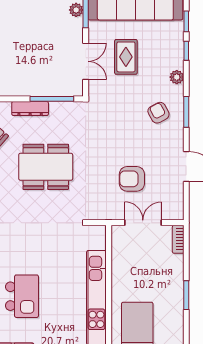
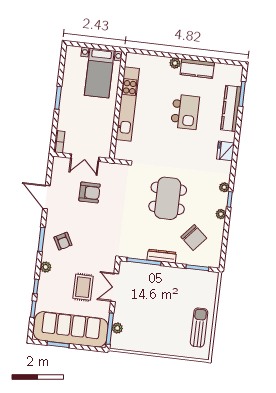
dining table: (46, 167) -> (168, 198), moved, turned 90
kitchen island: (22, 296) -> (185, 112), turned 180

